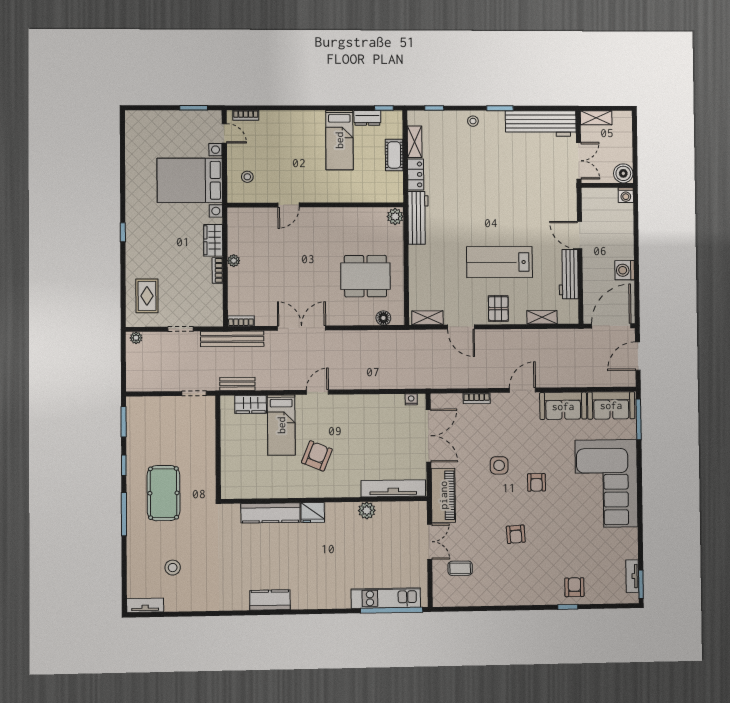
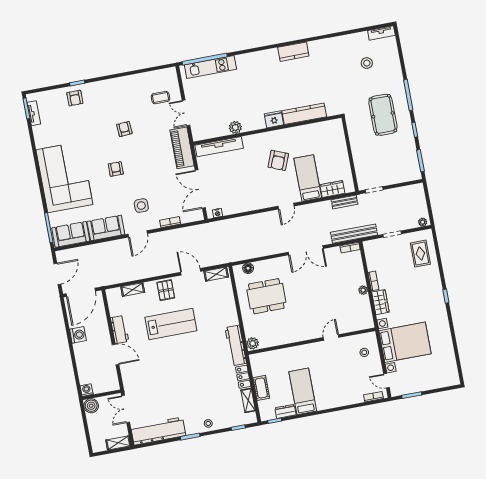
workbench: (569, 274) -> (120, 329), width x0.73
side table: (499, 465) -> (141, 206), moved

